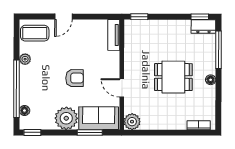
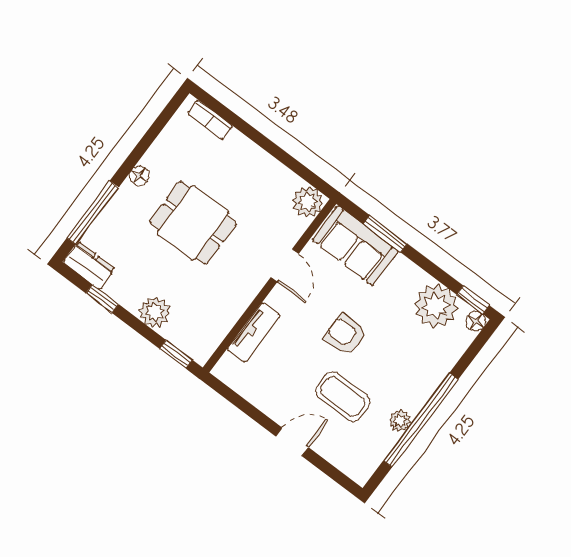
window: (200, 17) -> (102, 299), moved
plant: (161, 28) -> (155, 312), added
coffee table: (35, 33) -> (343, 397), moved
tv unit: (114, 35) -> (254, 332), moved
window: (17, 89) -> (421, 420), moved
floor lamp: (24, 111) -> (476, 321), moved
plant: (66, 118) -> (436, 306), moved

